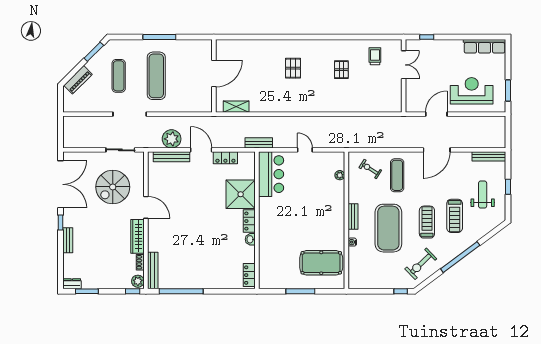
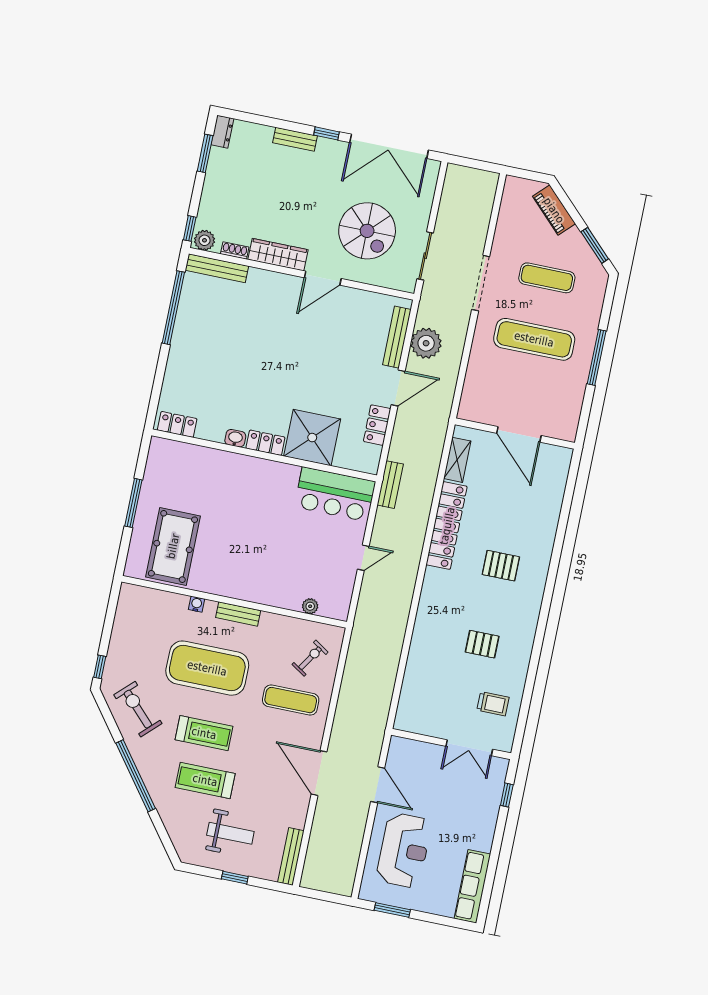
locker: (276, 105) -> (447, 526), added
spiral stairs: (113, 187) -> (367, 231), turned 180

